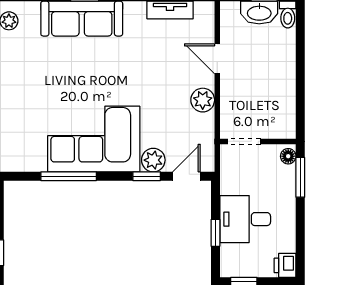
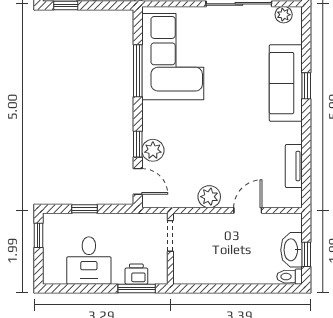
corner sofa: (94, 139) -> (173, 57), moved
floor lamp: (288, 156) -> (156, 277), removed
desk: (245, 219) -> (89, 260), moved, turned 180
printer: (285, 265) -> (136, 274), moved

